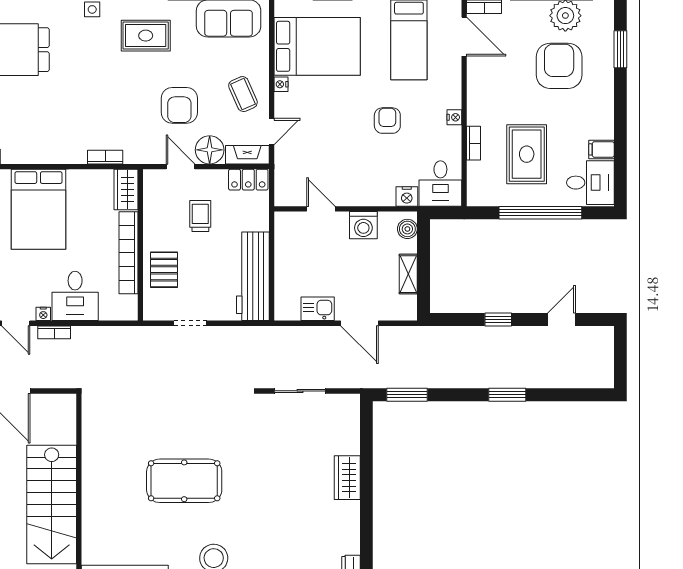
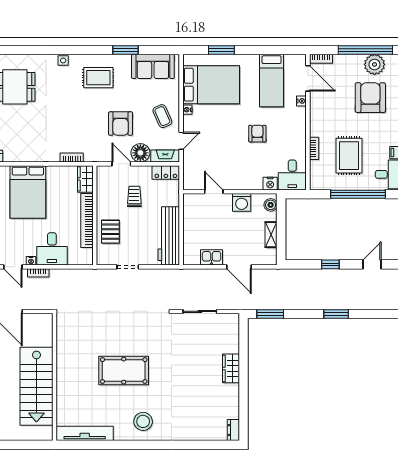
nightstand: (454, 117) -> (301, 101), moved

